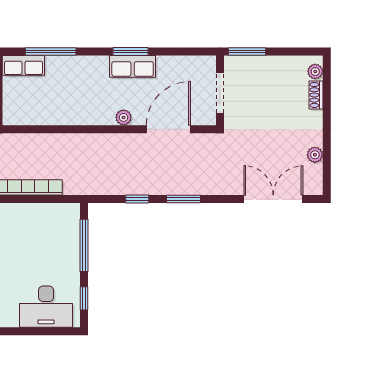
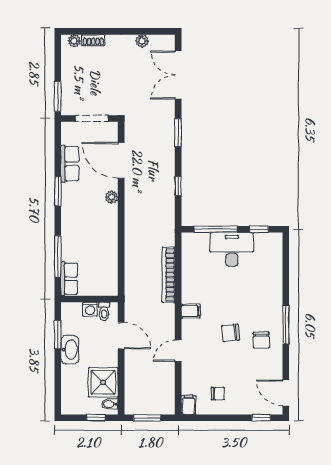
row of seats: (133, 66) -> (70, 164), moved
window: (183, 199) -> (178, 133), moved
desk: (46, 307) -> (232, 249), moved, turned -90

